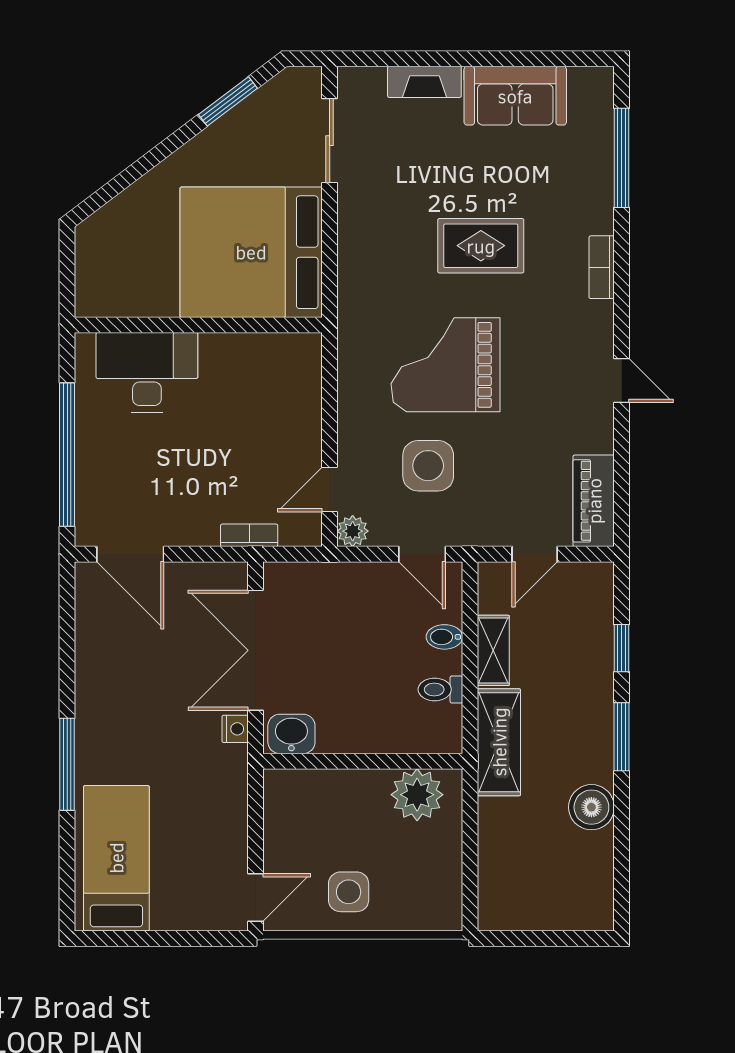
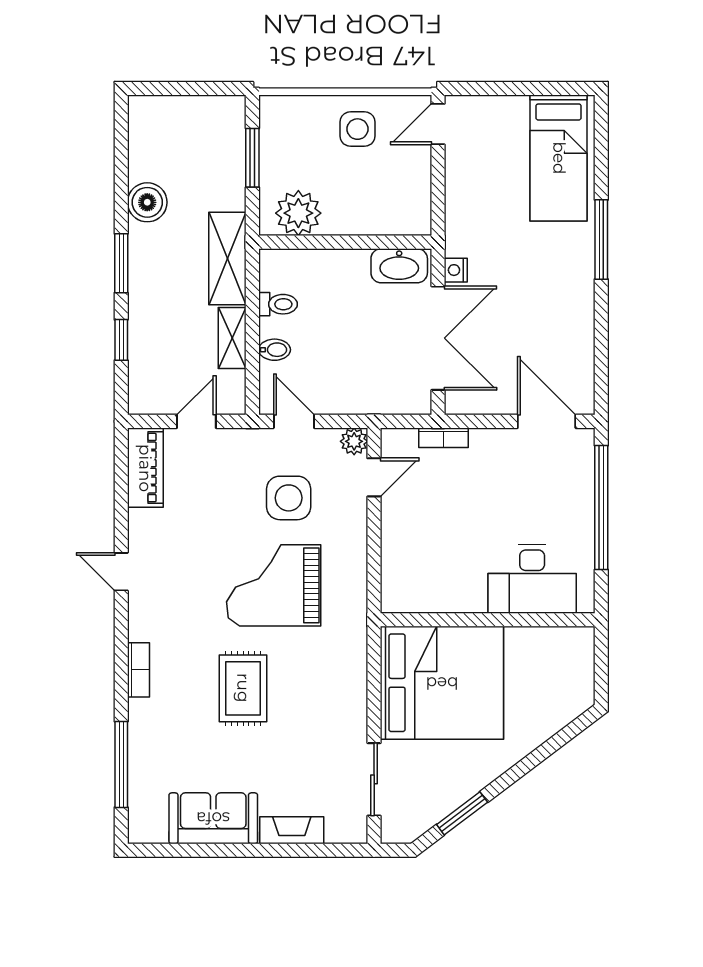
rug: (481, 246) -> (243, 688), turned 90
grand piano: (445, 365) -> (274, 585), turned 180
washbasin: (291, 734) -> (399, 266), width x1.38
window: (470, 859) -> (252, 158), added

